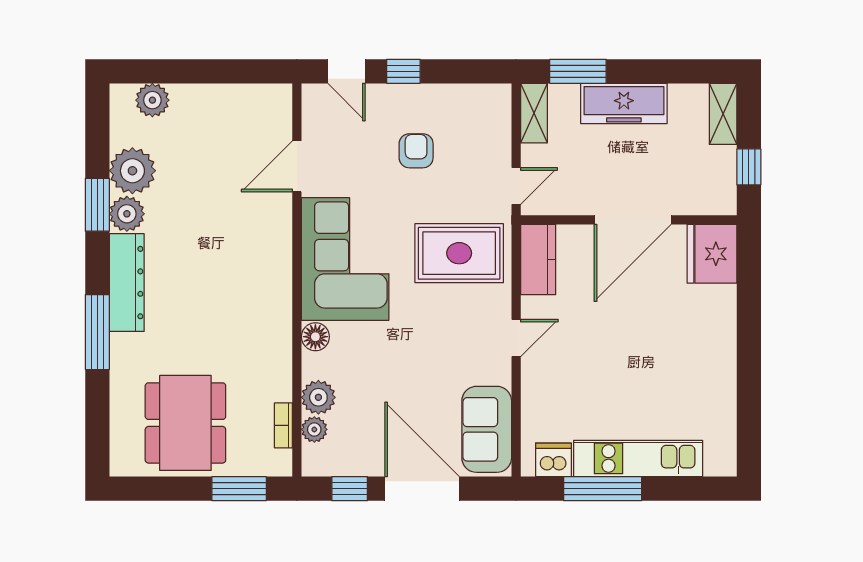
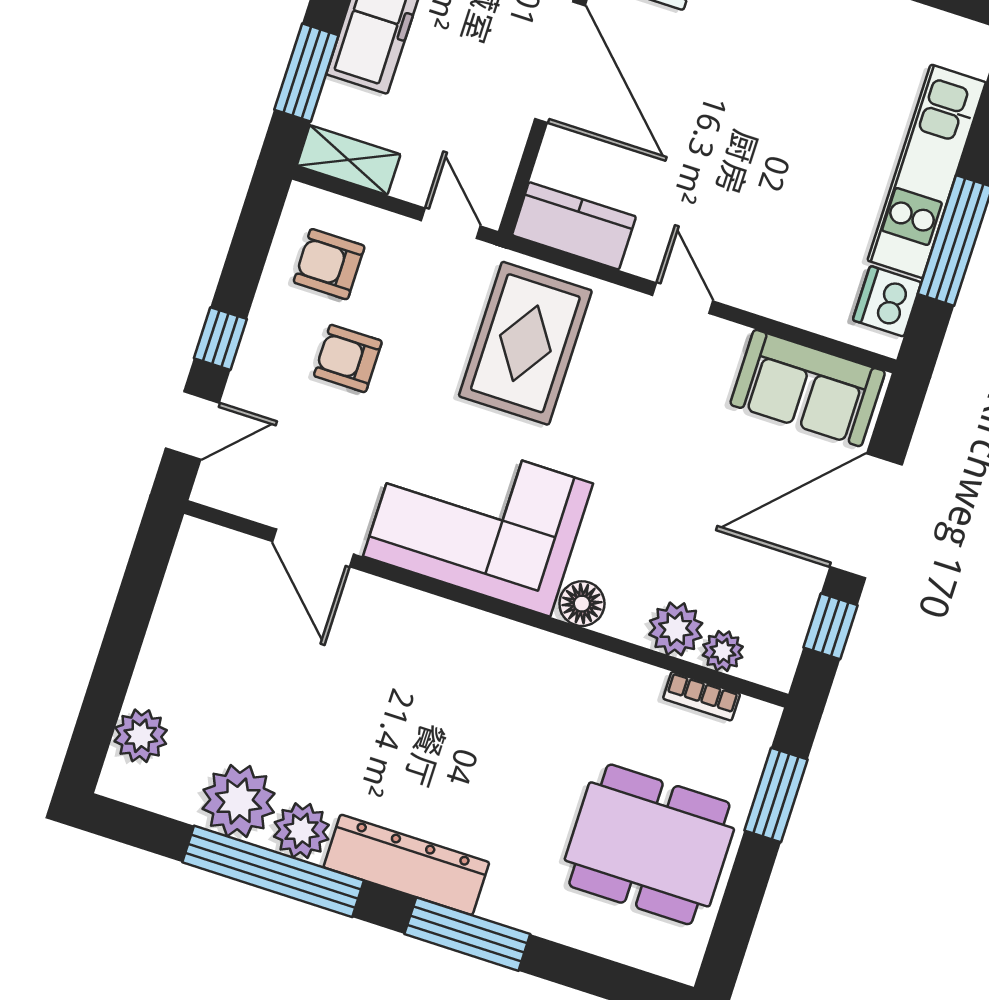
armchair: (468, 122) -> (329, 264), added
window: (97, 205) -> (273, 871), width x2.11

